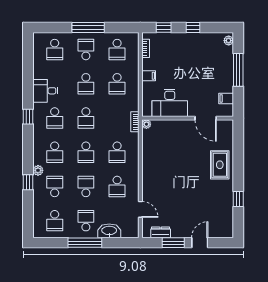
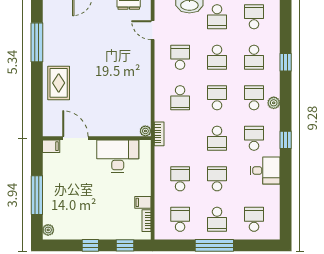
filing cabinet: (149, 76) -> (143, 202), moved
filing cabinet: (226, 98) -> (51, 146), moved
school desk: (86, 118) -> (217, 138), turned 180
school desk: (117, 152) -> (180, 98), turned 180
plant: (38, 170) -> (274, 103), moved
window: (238, 199) -> (37, 42), width x2.17

